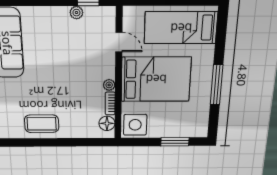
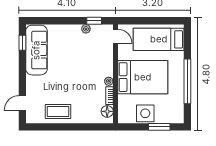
door: (119, 42) -> (115, 36), moved
window: (217, 85) -> (187, 81), width x1.46
side table: (135, 125) -> (145, 113), moved

